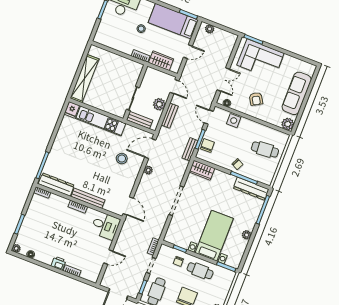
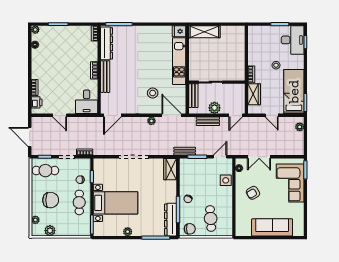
shelving: (85, 79) -> (204, 32), width x0.68
plant: (288, 124) -> (241, 230), removed
chair: (207, 145) -> (190, 229), moved
printer: (58, 263) -> (37, 102), moved

